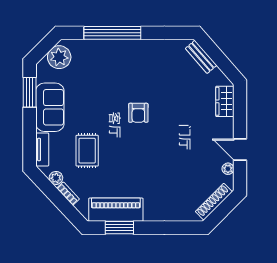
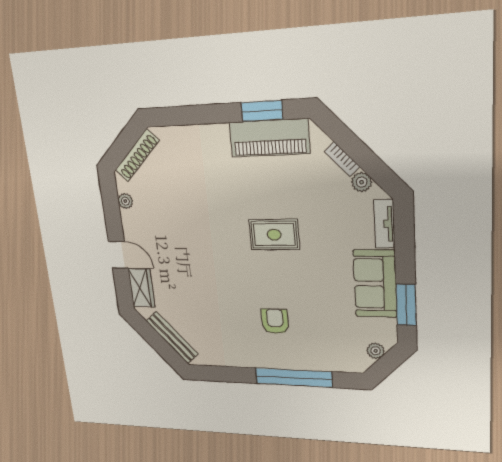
plant: (59, 57) -> (376, 351), width x0.53, depth x0.53
bench: (201, 57) -> (172, 338), width x1.36
armchair: (138, 113) -> (275, 321), moved
door: (240, 150) -> (118, 255), moved
rug: (87, 151) -> (274, 235), moved, turned 90

